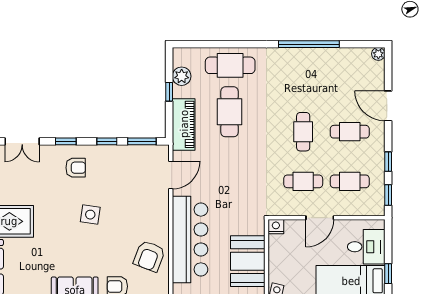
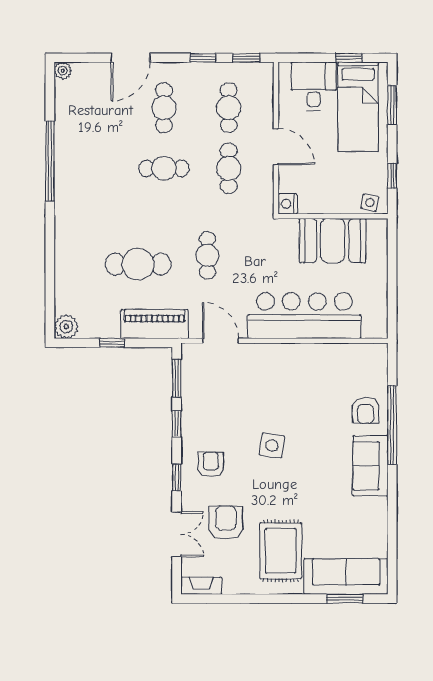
cafe table: (230, 65) -> (207, 255), moved, width x0.73, depth x0.74
plant: (182, 76) -> (66, 327), moved
armchair: (149, 256) -> (226, 523), moved, turned -111

